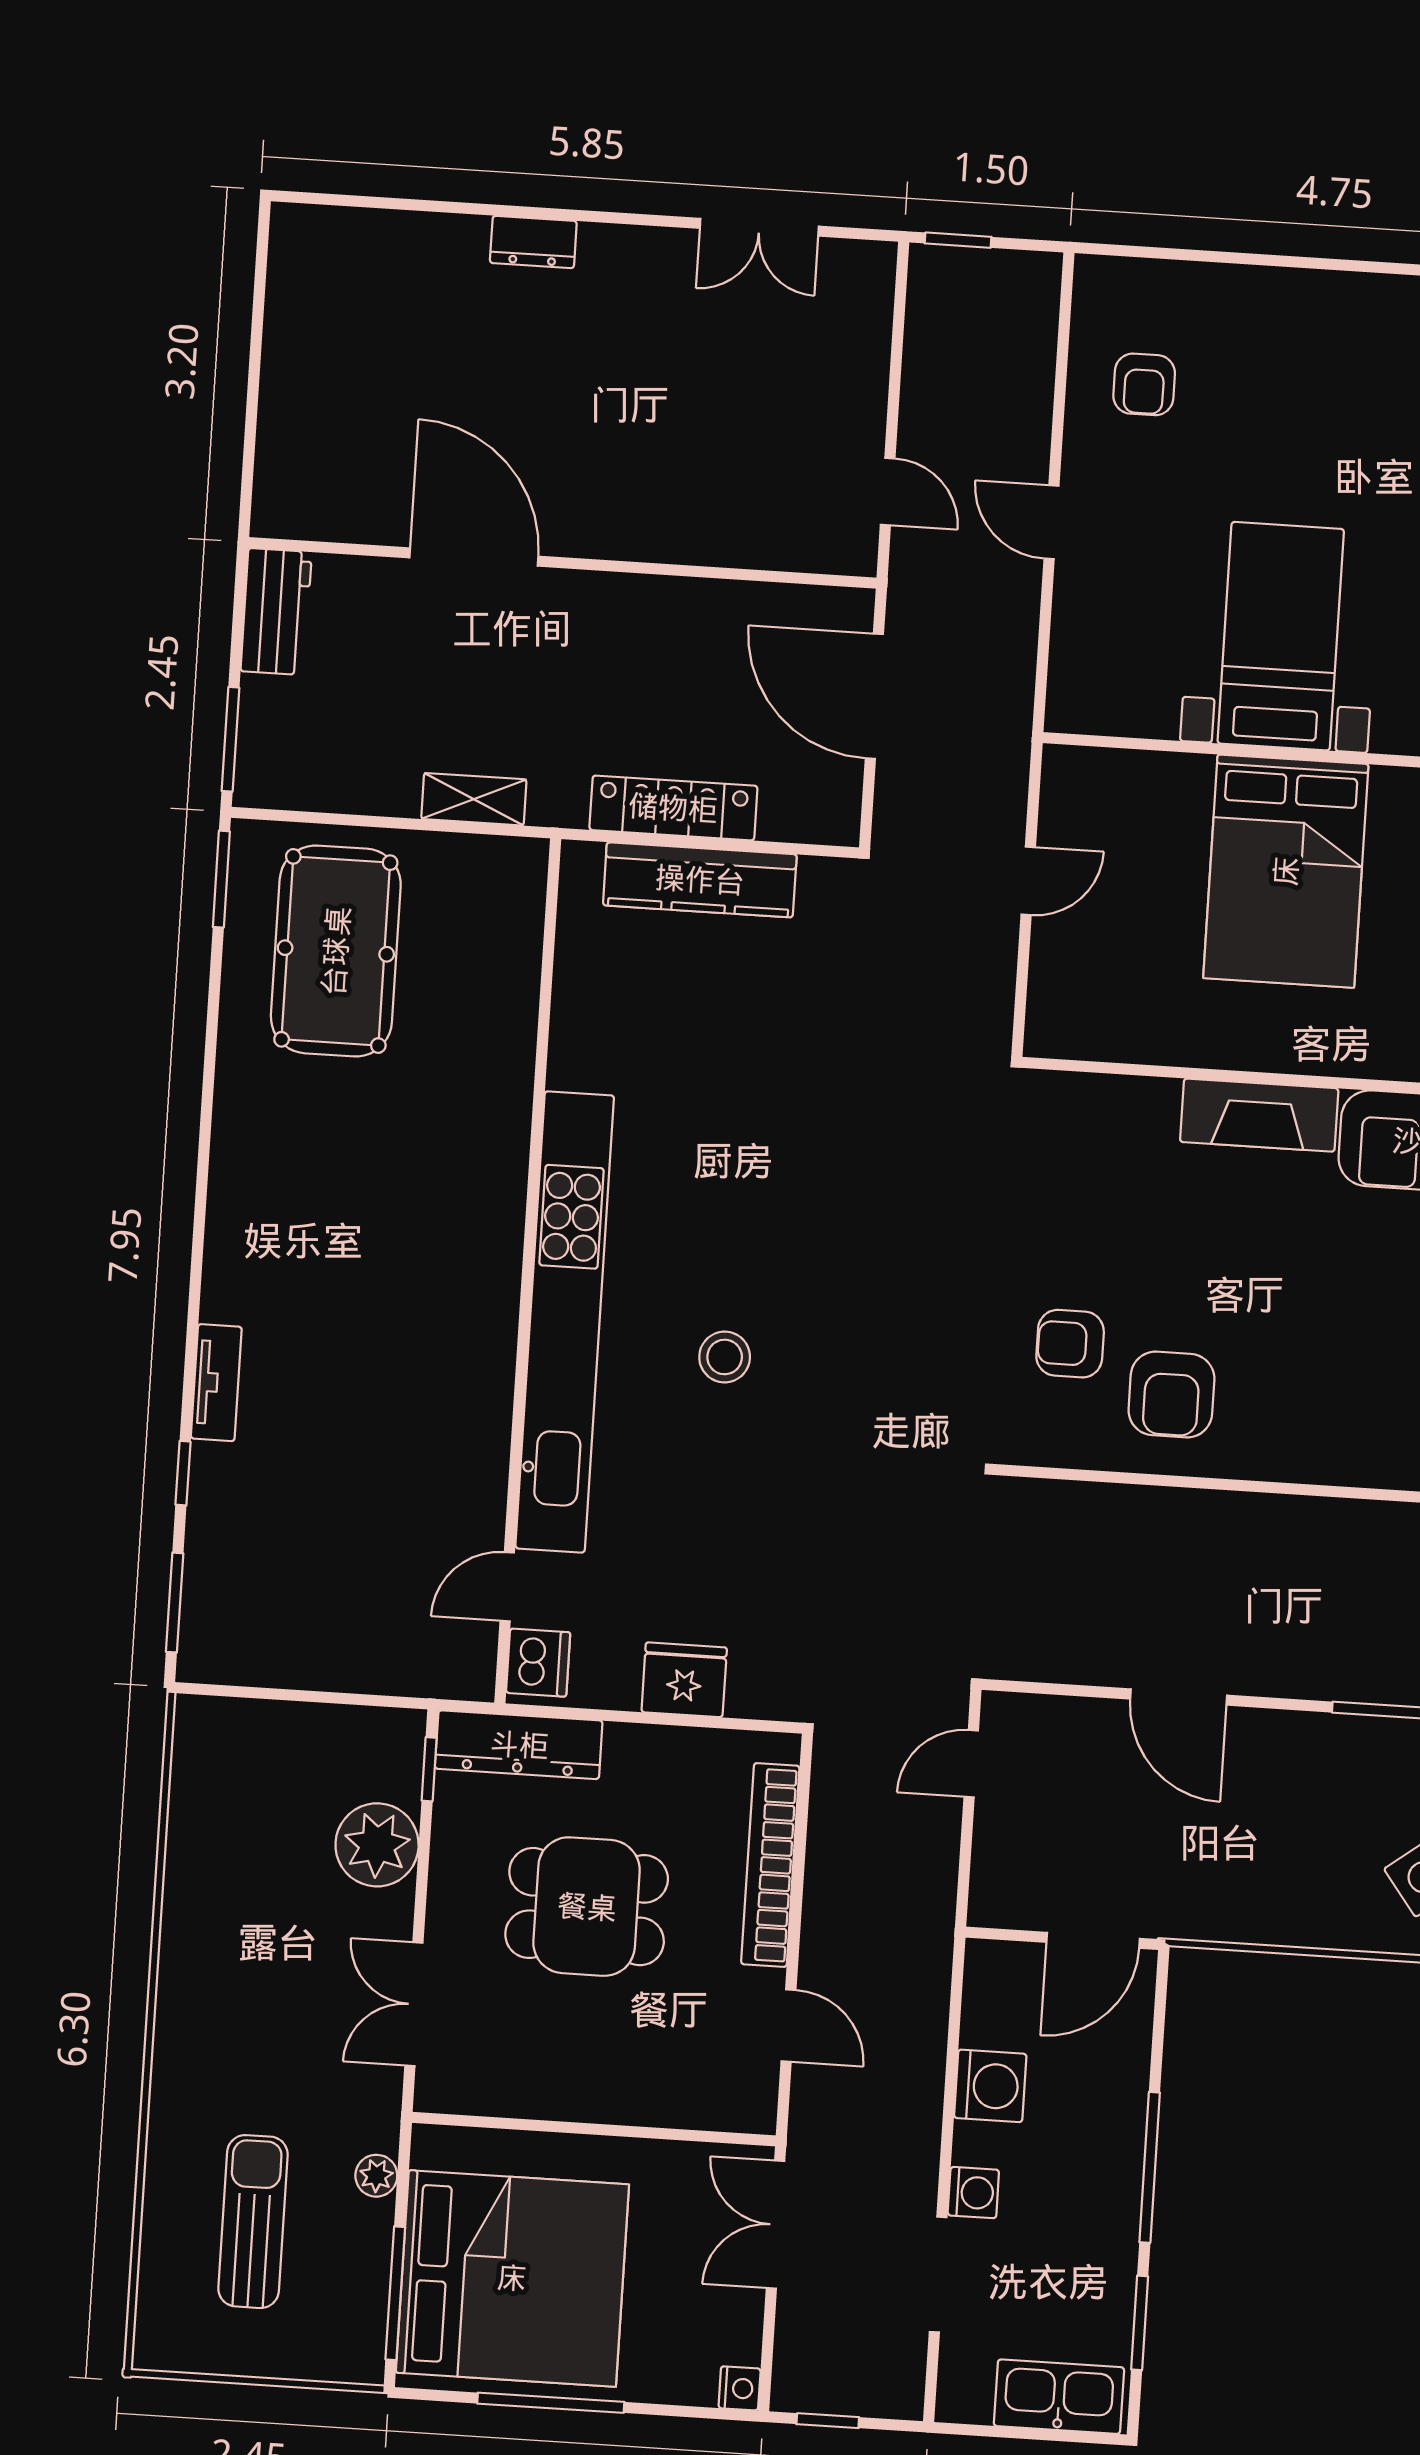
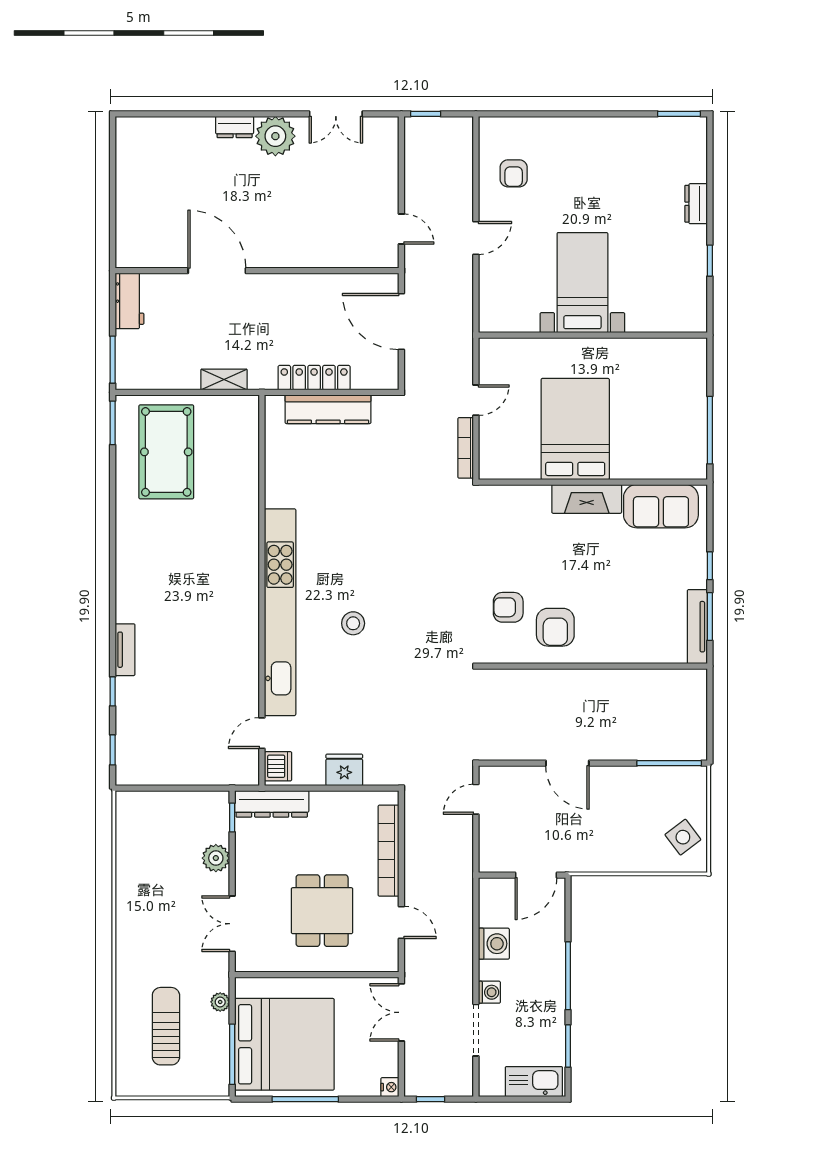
plant: (622, 268) -> (275, 136), added
door: (1051, 522) -> (476, 238), swing flipped
bed: (1286, 871) -> (575, 429), moved, turned 180
bookcase: (999, 985) -> (466, 448), added
window: (175, 1603) -> (113, 750), width x0.67
plant: (377, 1845) -> (216, 858), width x0.73, depth x0.73
dining table: (587, 1907) -> (322, 911), moved, turned 90

